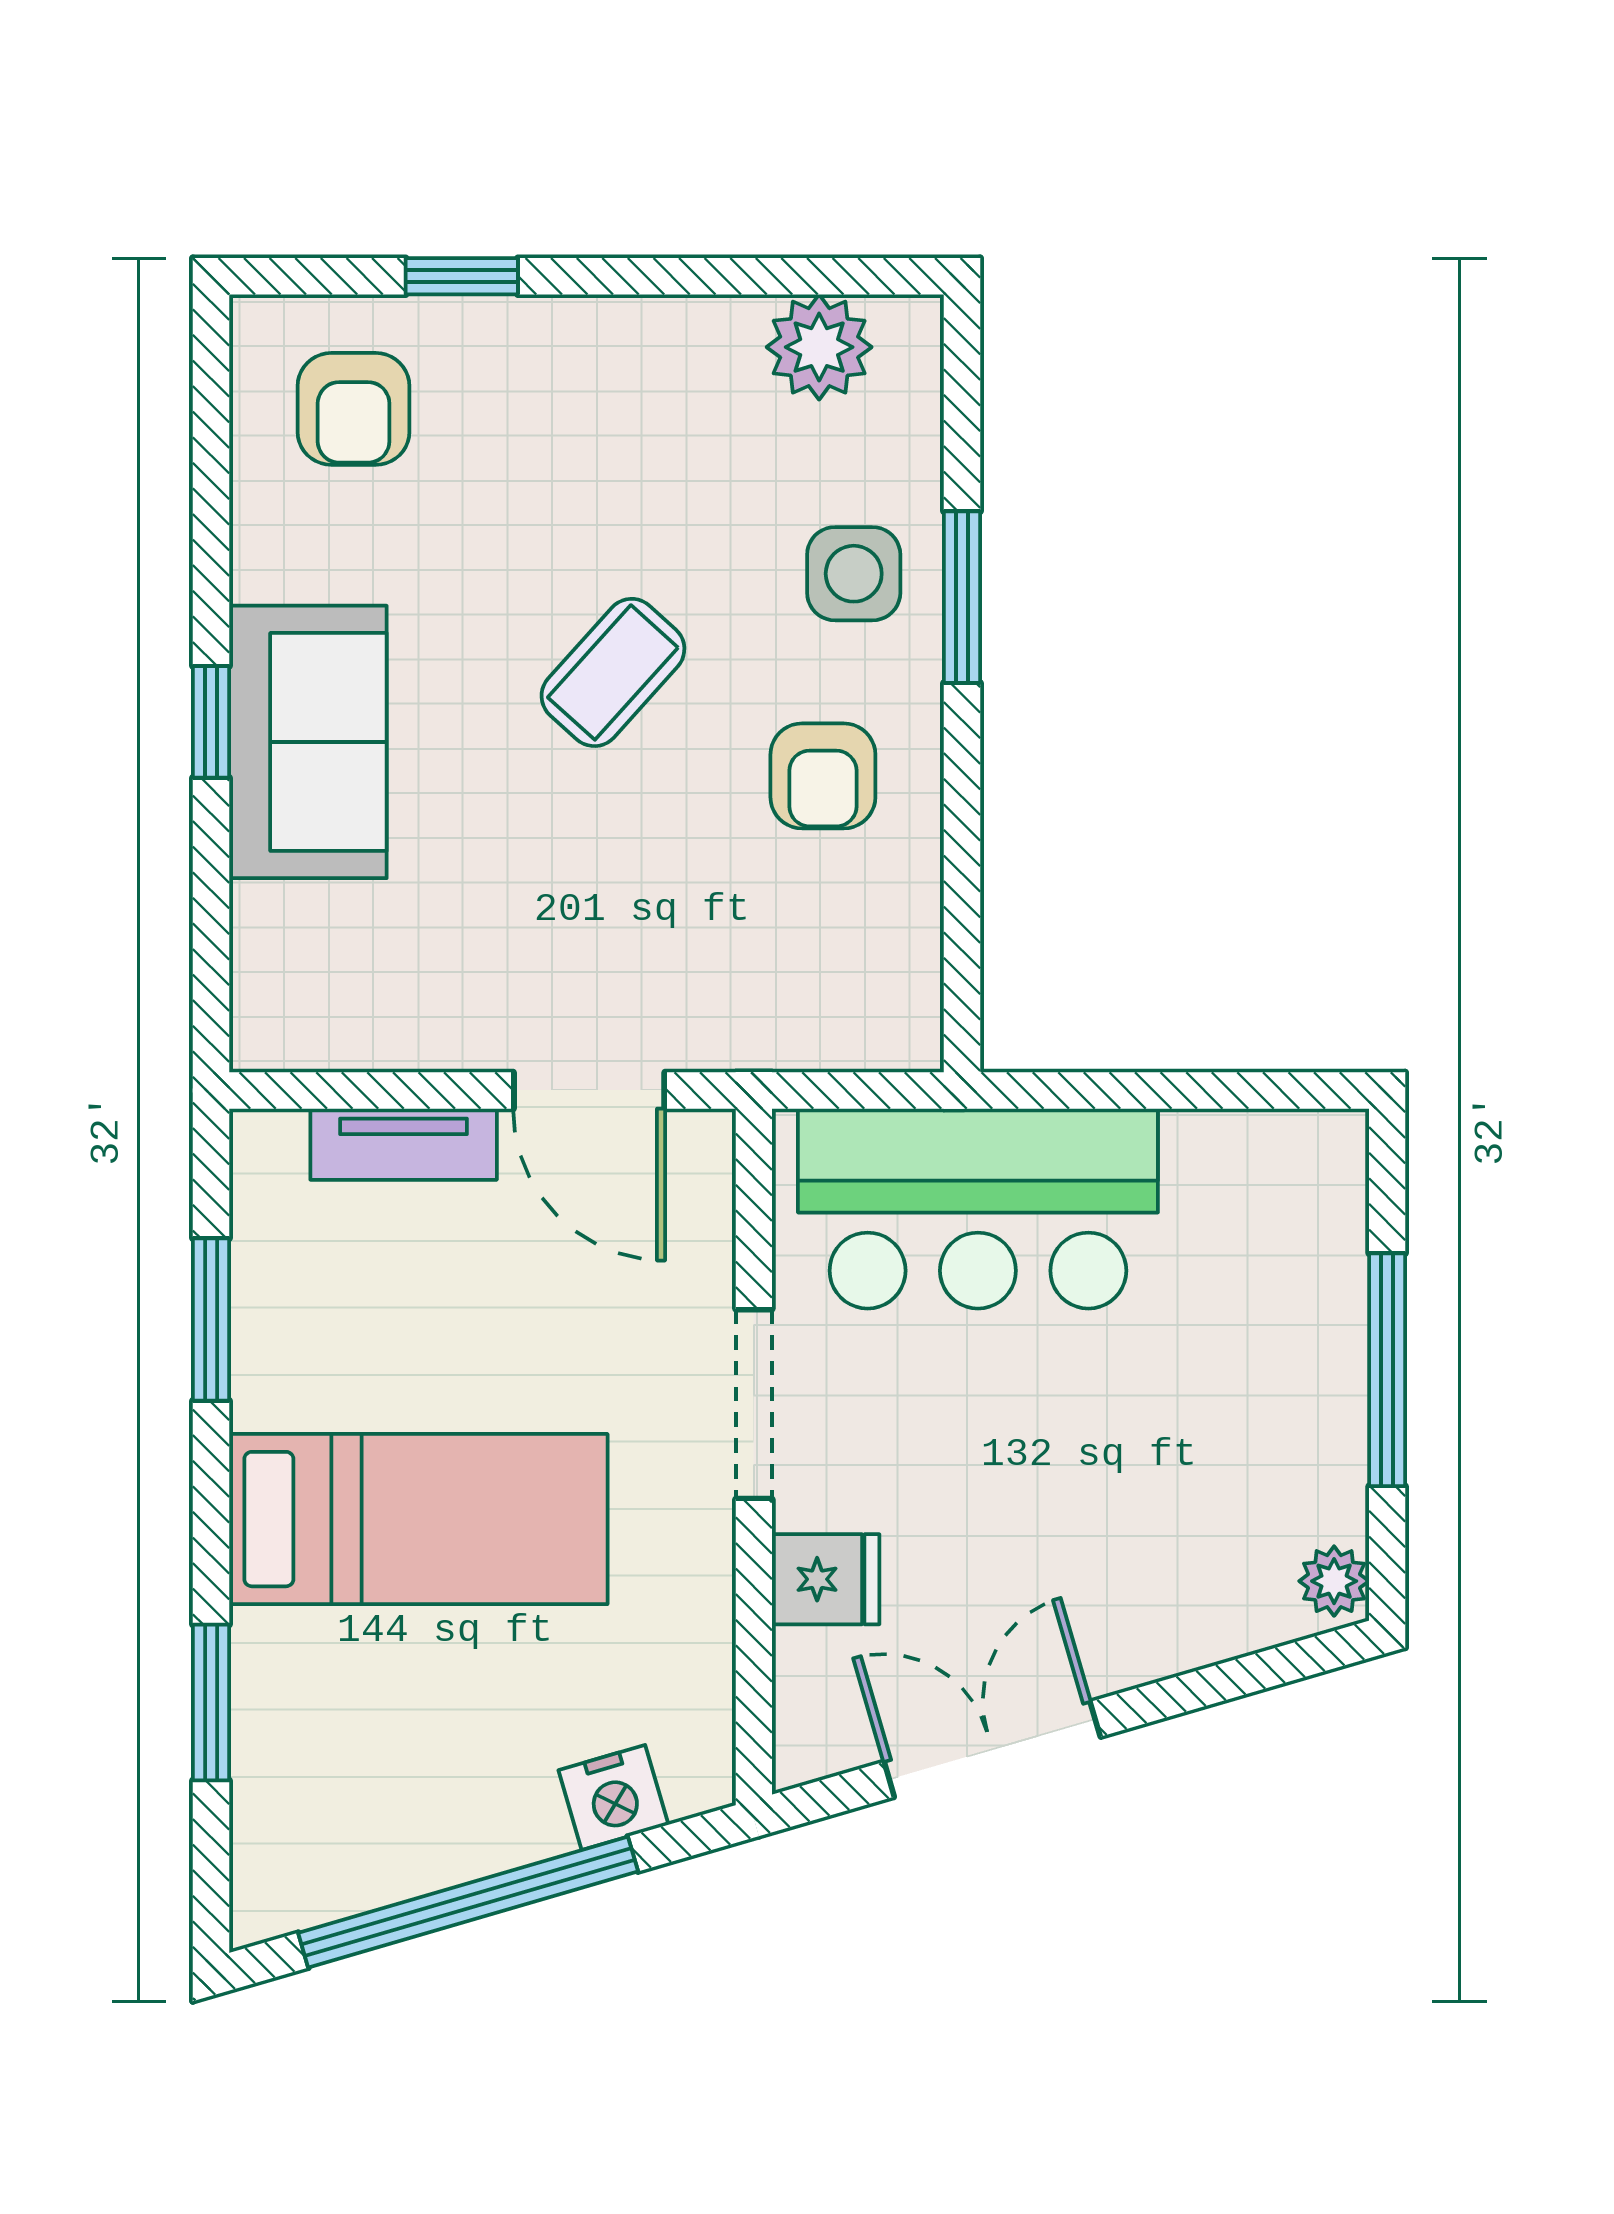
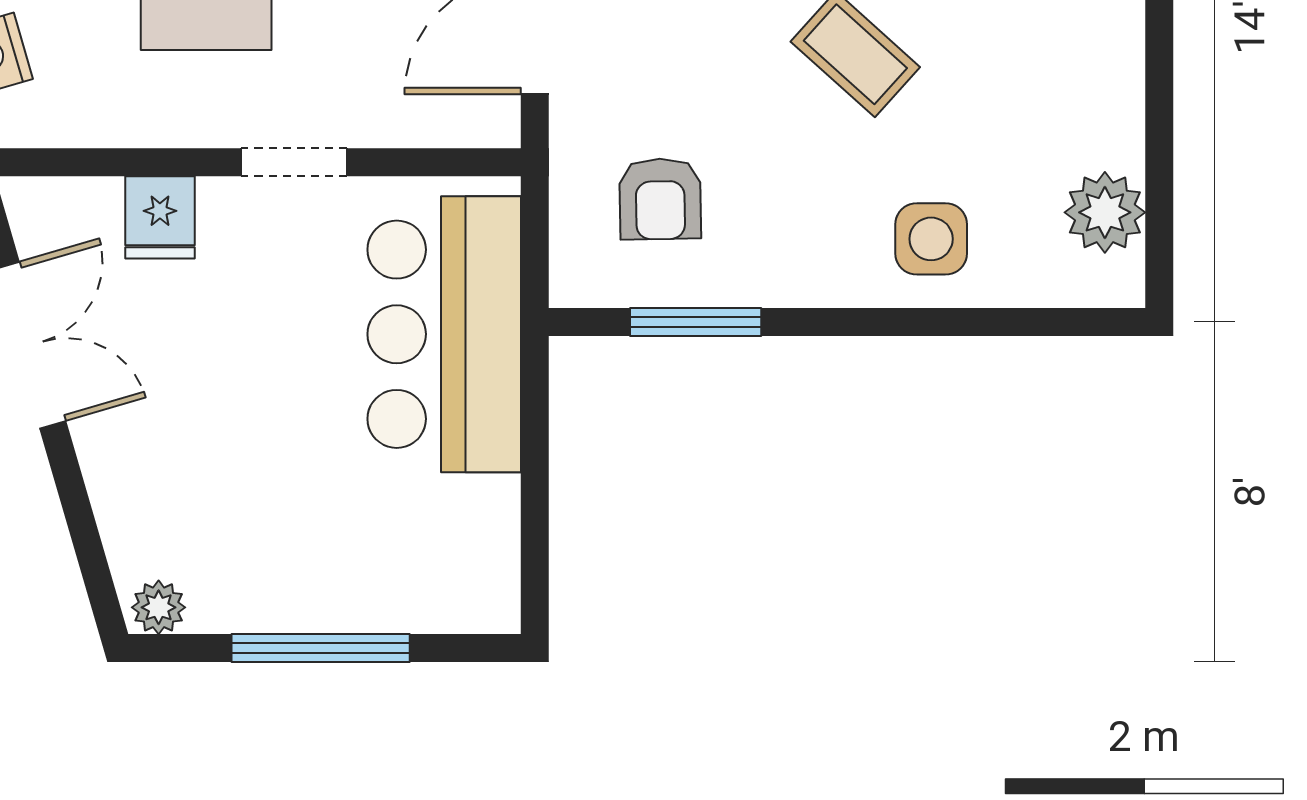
window: (962, 597) -> (696, 322), moved
armchair: (823, 776) -> (660, 199), moved, turned -91
doorway: (754, 1404) -> (294, 162), width x0.73

